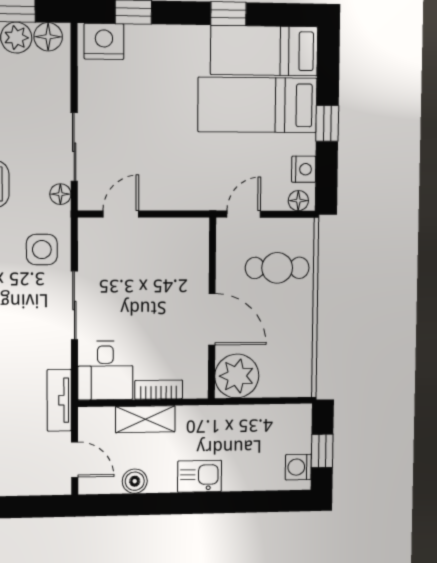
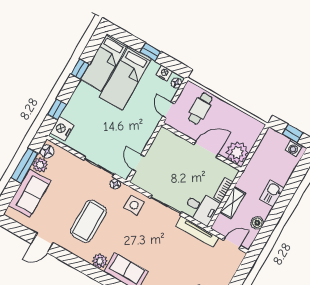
tv unit: (59, 400) -> (197, 232), width x1.41

